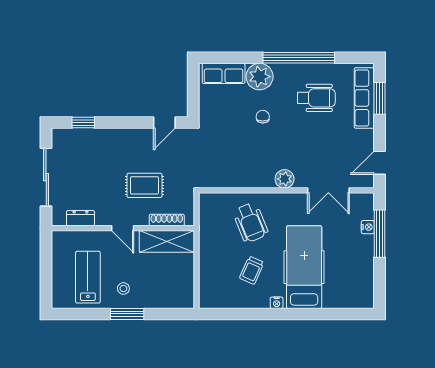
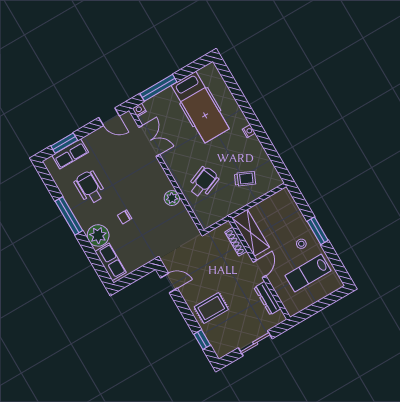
window: (299, 58) -> (69, 216), width x0.68
row of seats: (364, 98) -> (70, 154), width x0.68
sliding door: (46, 177) -> (255, 343), width x0.73
plant: (285, 179) -> (172, 198), moved
rug: (144, 185) -> (211, 308), moved, turned 90
dresser: (80, 218) -> (267, 298), width x1.44
nightstand: (368, 227) -> (139, 110), moved
hospital bed: (304, 267) -> (200, 107), moved, turned -90
trolley: (252, 270) -> (245, 179), moved

